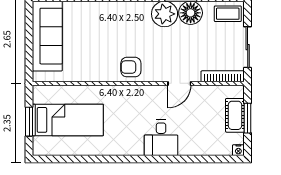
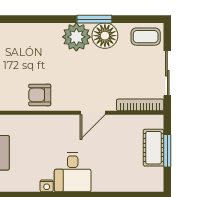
nightstand: (238, 150) -> (47, 186), moved

